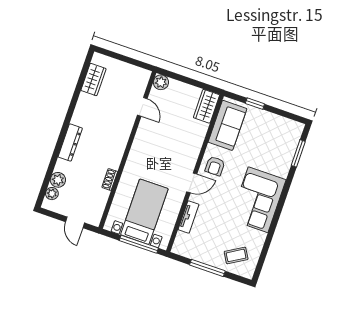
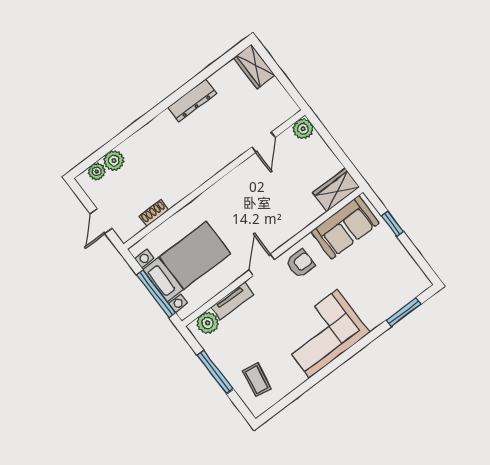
wardrobe: (93, 80) -> (254, 66), moved, turned 90
dresser: (70, 142) -> (192, 100), moved
armchair: (215, 166) -> (300, 263), turned 180
shoe rack: (110, 179) -> (154, 213), moved
door: (192, 183) -> (262, 265), swing flipped
plant: (182, 241) -> (208, 323), added
coffee table: (236, 255) -> (257, 380), turned 41

